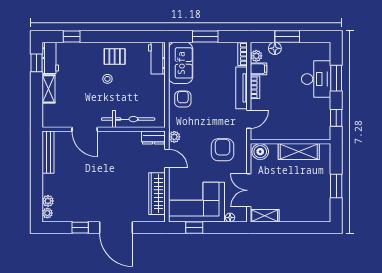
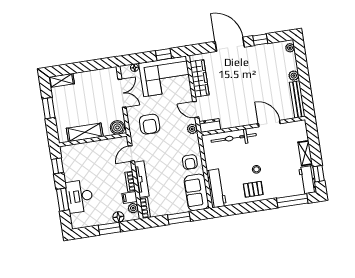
window: (72, 36) -> (292, 201), width x2.17
workbench: (157, 58) -> (216, 188), width x1.38
plant: (48, 201) -> (294, 76), moved
shelving: (265, 216) -> (61, 80), moved

